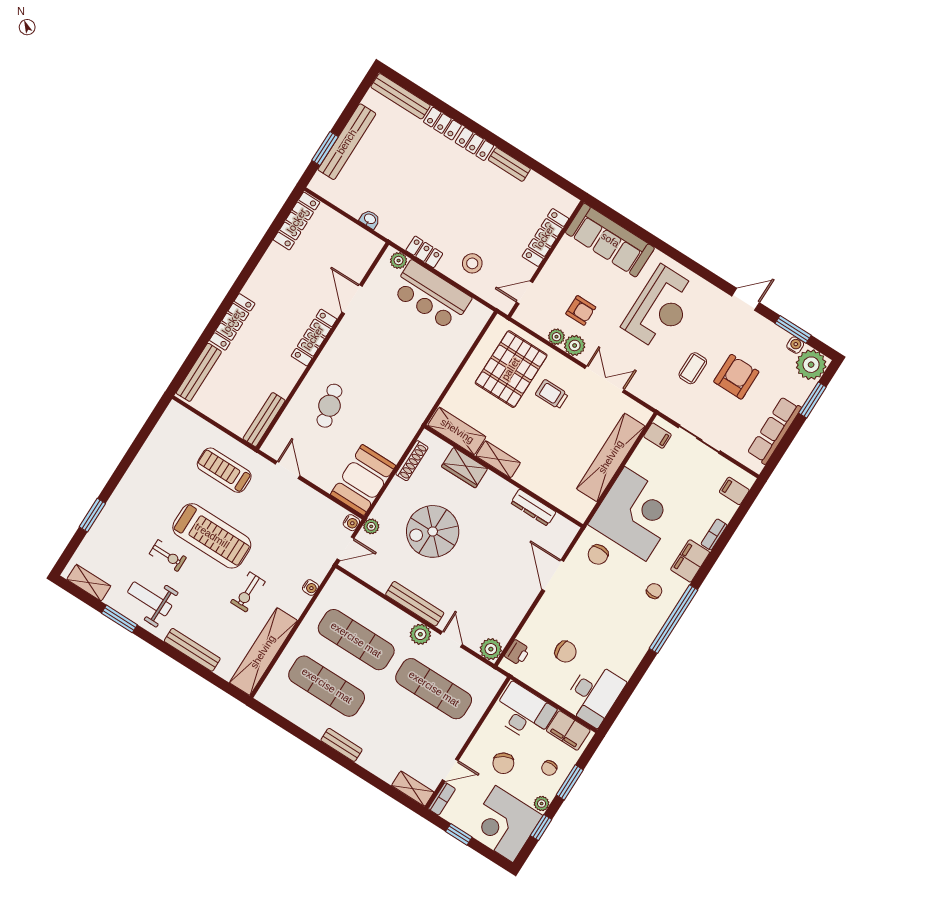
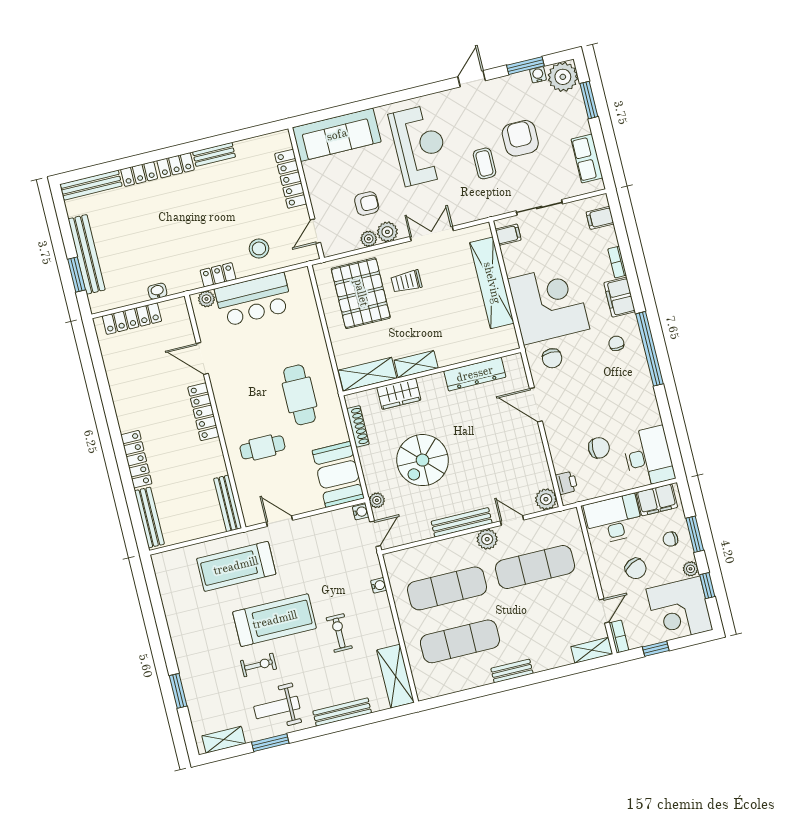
locker: (297, 221) -> (132, 319), moved, turned 90
cafe table: (394, 396) -> (300, 395), added
cafe table: (329, 406) -> (262, 447), turned -76
row of seats: (774, 430) -> (587, 159), width x0.68
treadmill: (224, 470) -> (236, 566), width x1.37, depth x1.38
dresser: (533, 508) -> (475, 374), width x1.37, depth x1.24
exercise bike: (248, 592) -> (339, 633), turned 180
shelving: (263, 652) -> (395, 676), width x0.68
chair: (549, 768) -> (670, 539), turned 90

